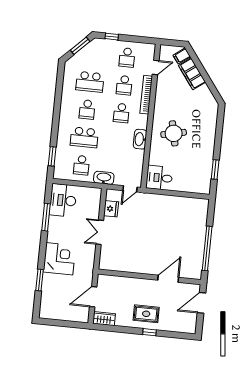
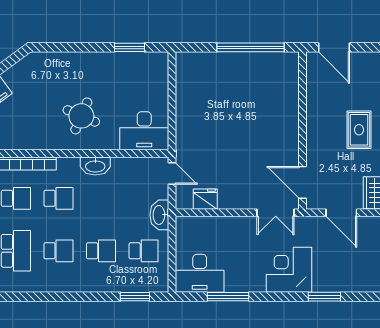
round table: (174, 133) -> (81, 116), turned 35
school desk: (84, 137) -> (101, 251), width x0.54
desk: (159, 178) -> (144, 131), width x1.37
double door: (100, 232) -> (276, 213), moved
door: (168, 279) -> (302, 182), moved

